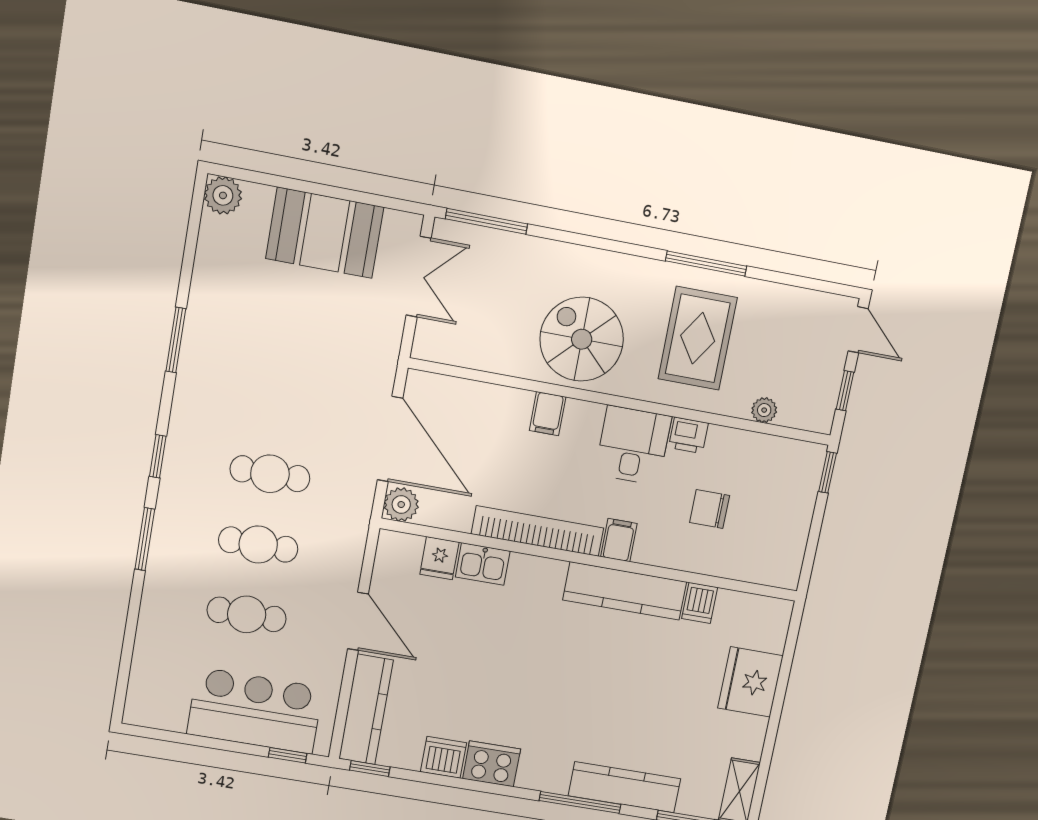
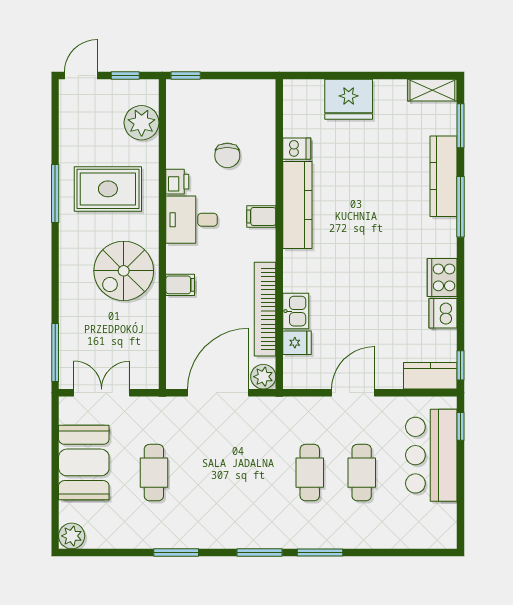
plant: (764, 410) -> (142, 123), width x1.88, depth x1.88
window: (158, 456) -> (260, 552), width x1.50
cafe table: (270, 474) -> (154, 473), moved
bookcase: (538, 531) -> (265, 309), moved
kitchen counter: (366, 709) -> (430, 376), width x0.67

